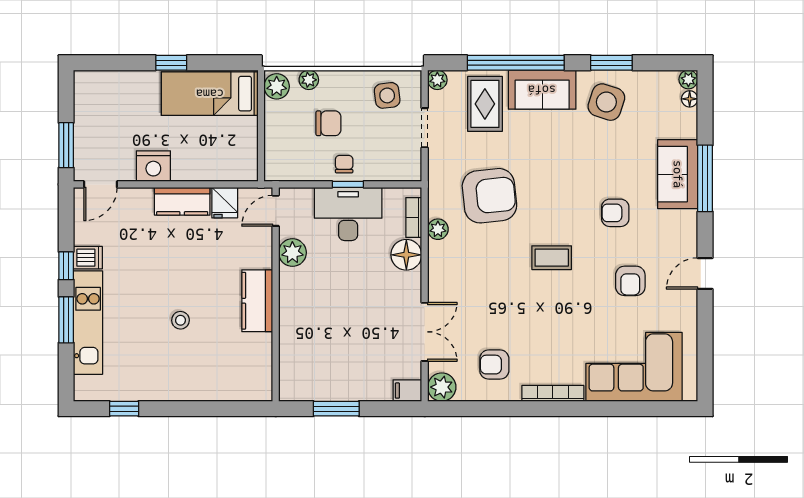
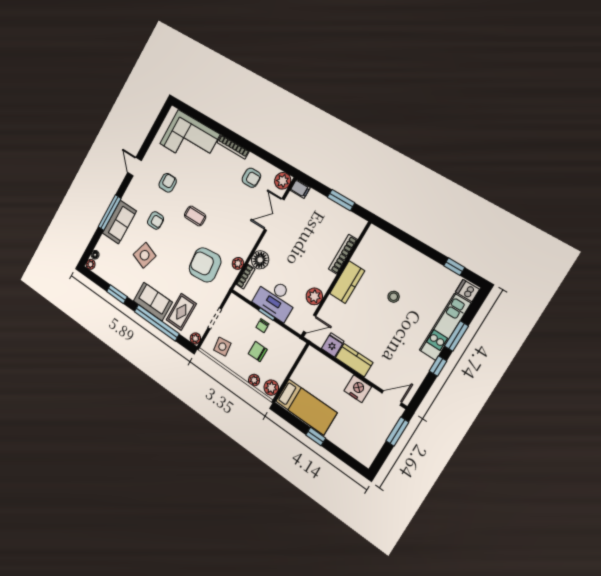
side table: (606, 102) -> (145, 255), moved
dishwasher: (88, 258) -> (467, 291), moved
door: (705, 274) -> (135, 167), swing flipped
bookcase: (287, 335) -> (343, 254), added

